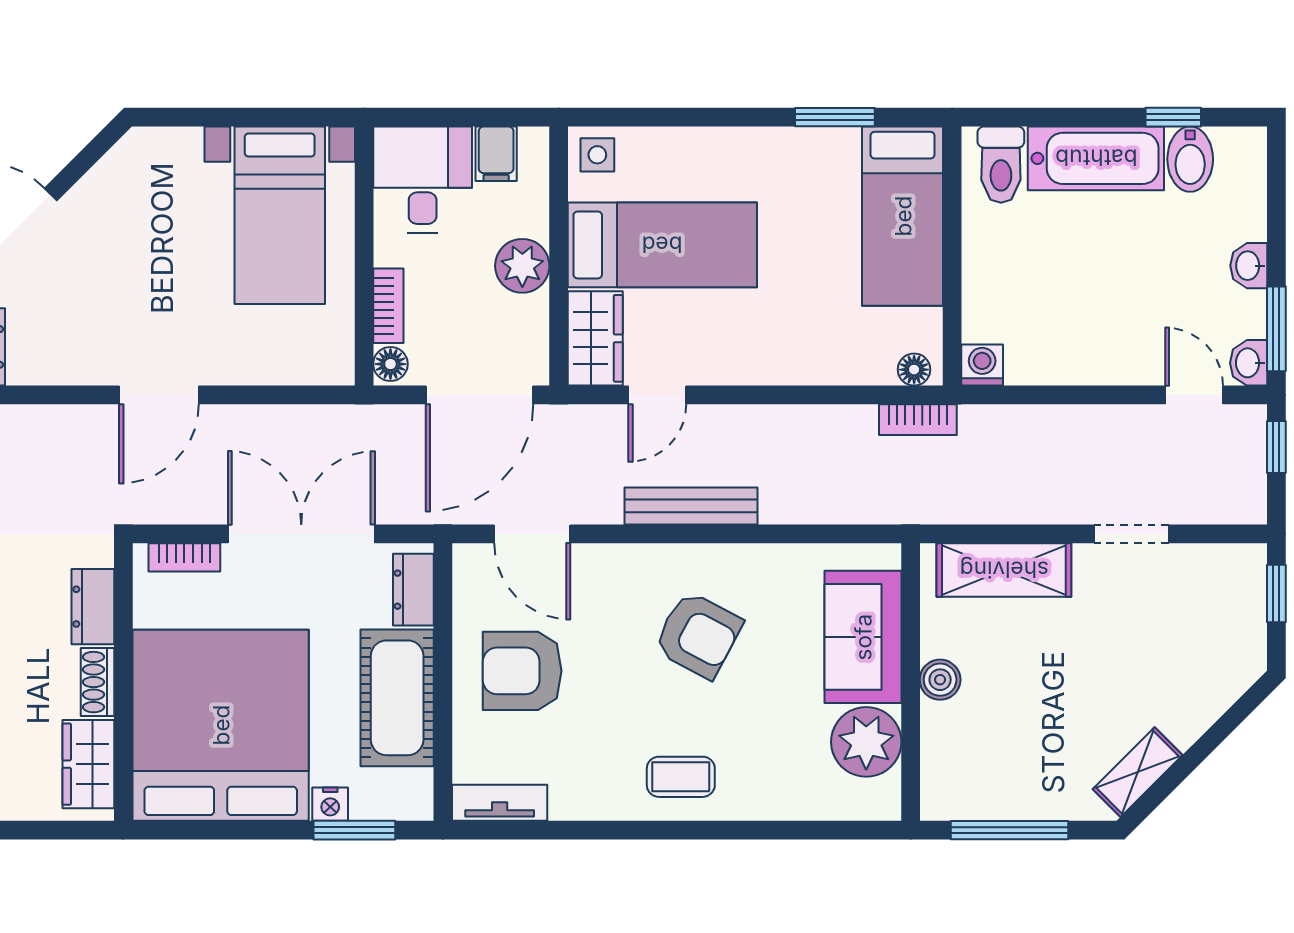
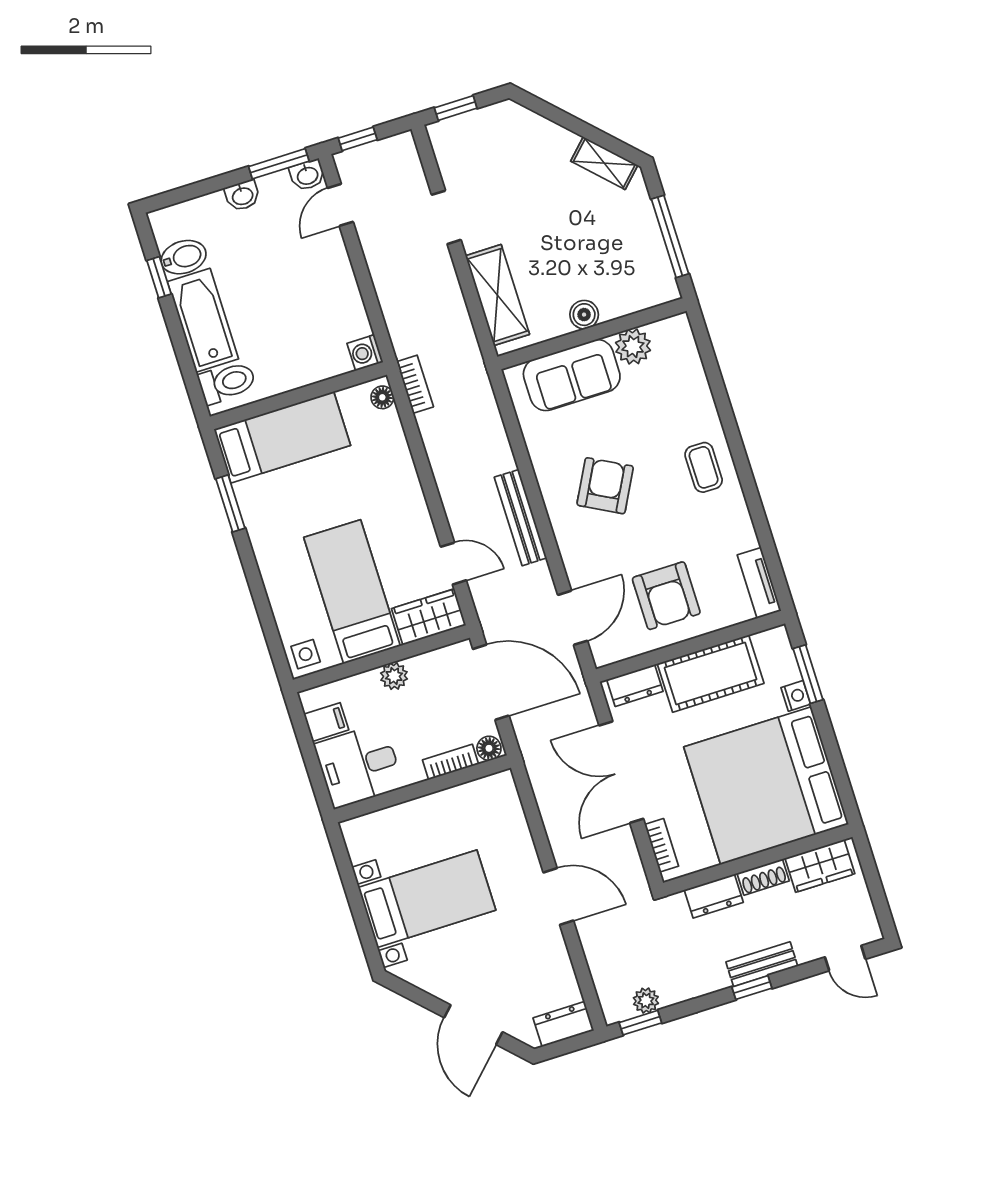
bed with nightstands: (280, 215) -> (427, 899), moved
plant: (522, 266) -> (394, 676), width x0.73, depth x0.73
plant: (866, 742) -> (633, 347), width x0.73, depth x0.73

